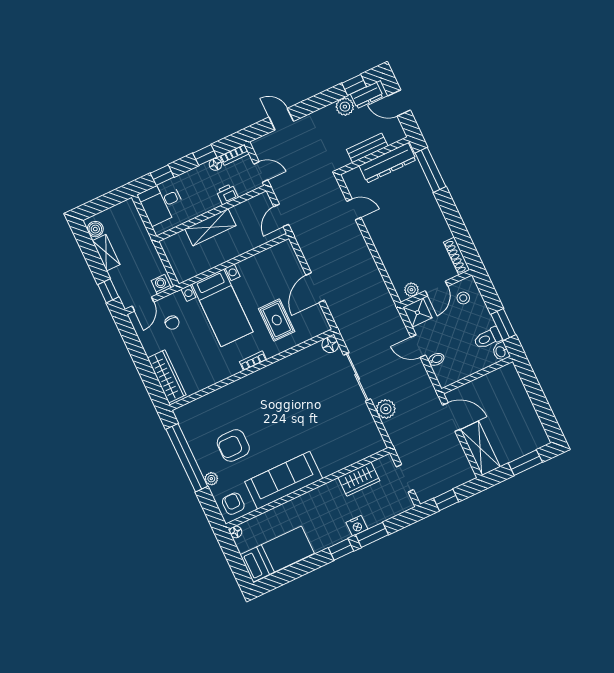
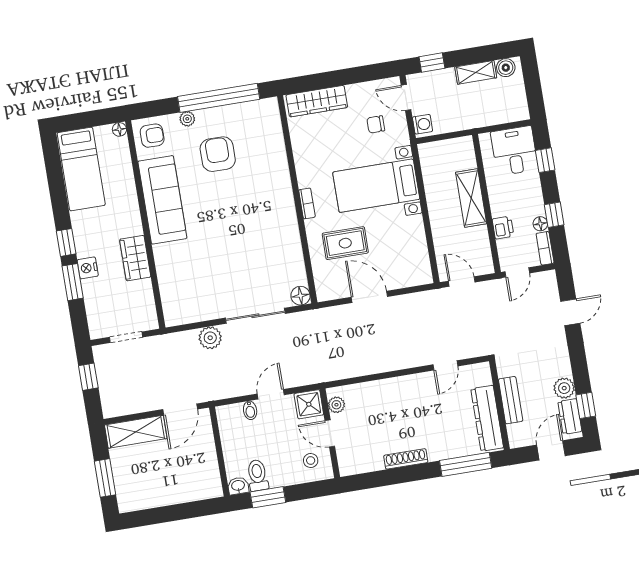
shoe rack: (457, 256) -> (406, 459), moved
wardrobe: (359, 479) -> (135, 258), moved

